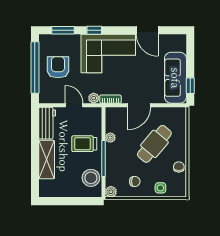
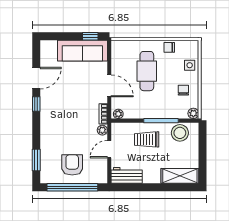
window: (94, 30) -> (36, 104), moved
corner sofa: (108, 53) -> (59, 116), removed
armchair: (58, 67) -> (72, 165), turned 90
plant: (110, 138) -> (118, 114), moved
trolley: (84, 144) -> (147, 139), turned 90
cafe table: (154, 144) -> (147, 71), turned 50
shelving: (47, 160) -> (180, 176), moved

